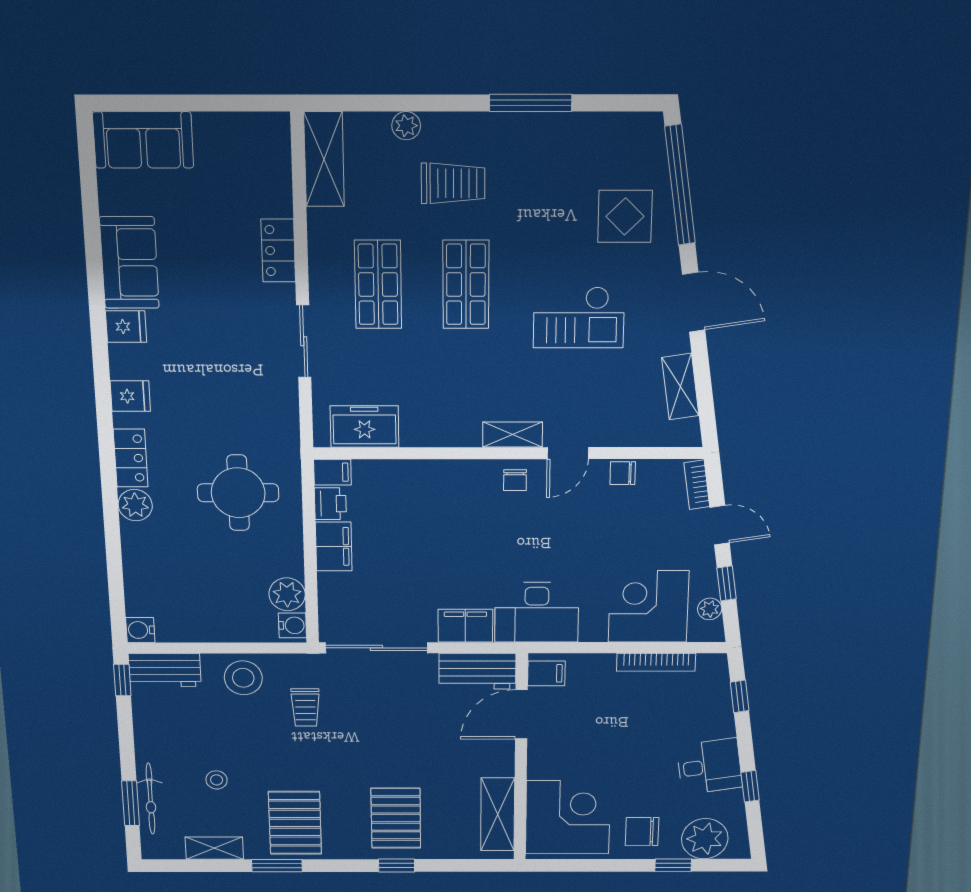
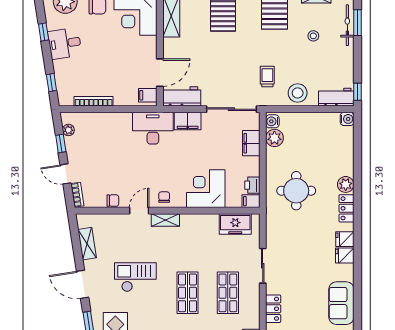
fridge: (126, 327) -> (345, 255), moved
filing cabinet: (334, 546) -> (251, 143), moved
corner desk: (649, 606) -> (206, 189), moved, turned 180

